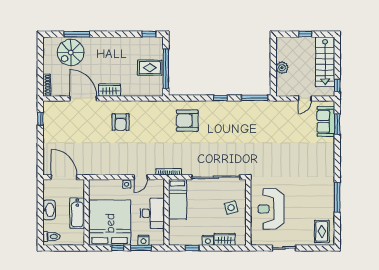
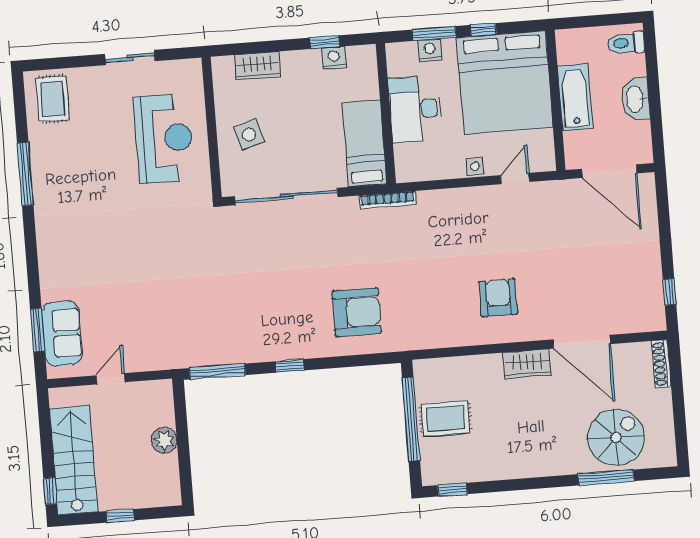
window: (337, 86) -> (50, 491), moved
door: (141, 177) -> (515, 179), moved
nightstand: (208, 240) -> (334, 58), moved

